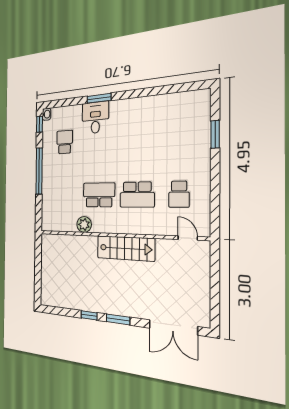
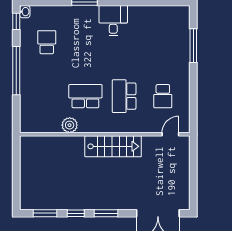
desk: (95, 118) -> (113, 21), moved
window: (215, 134) -> (193, 46), width x1.44
school desk: (137, 195) -> (124, 96), turned 90
door: (188, 238) -> (170, 134), hinge flipped
window: (61, 311) -> (45, 213), added

